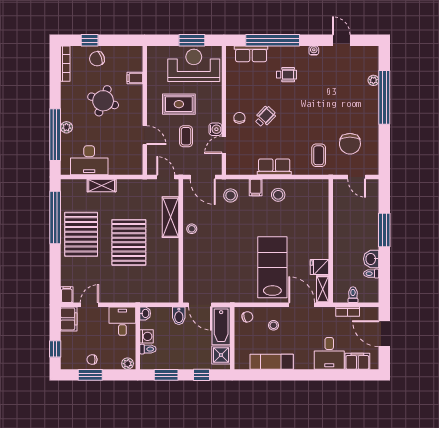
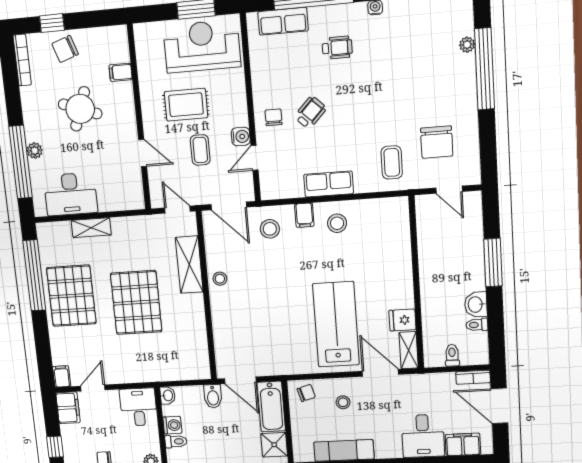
bookcase: (348, 312) -> (473, 377), moved

